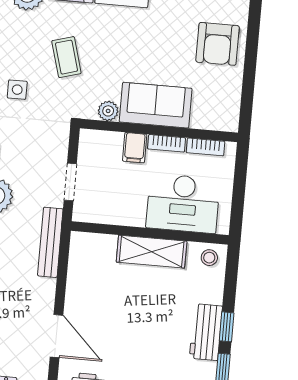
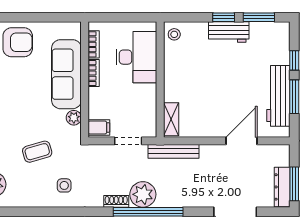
sofa: (156, 105) -> (66, 74), width x1.36
filing cabinet: (135, 148) -> (99, 127), moved
shelving: (152, 252) -> (171, 119), moved, width x0.67, depth x0.75

